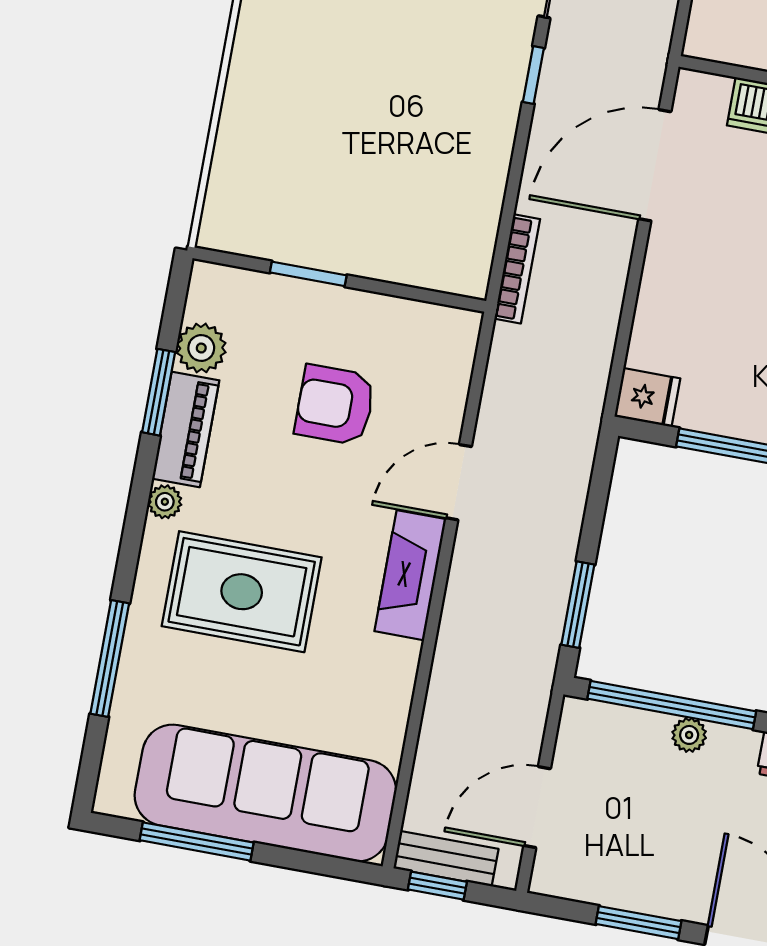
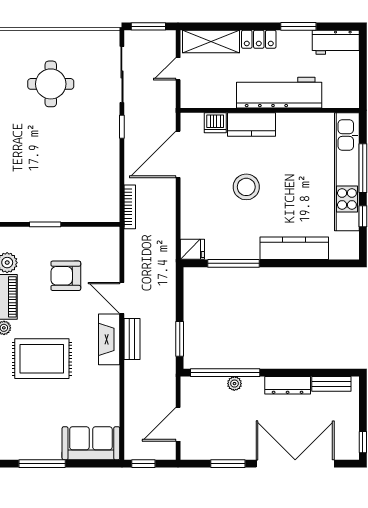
door: (459, 482) -> (122, 298), hinge flipped
sofa: (265, 793) -> (91, 443), width x0.54, depth x0.79
bench: (446, 859) -> (132, 339), moved, turned 90

